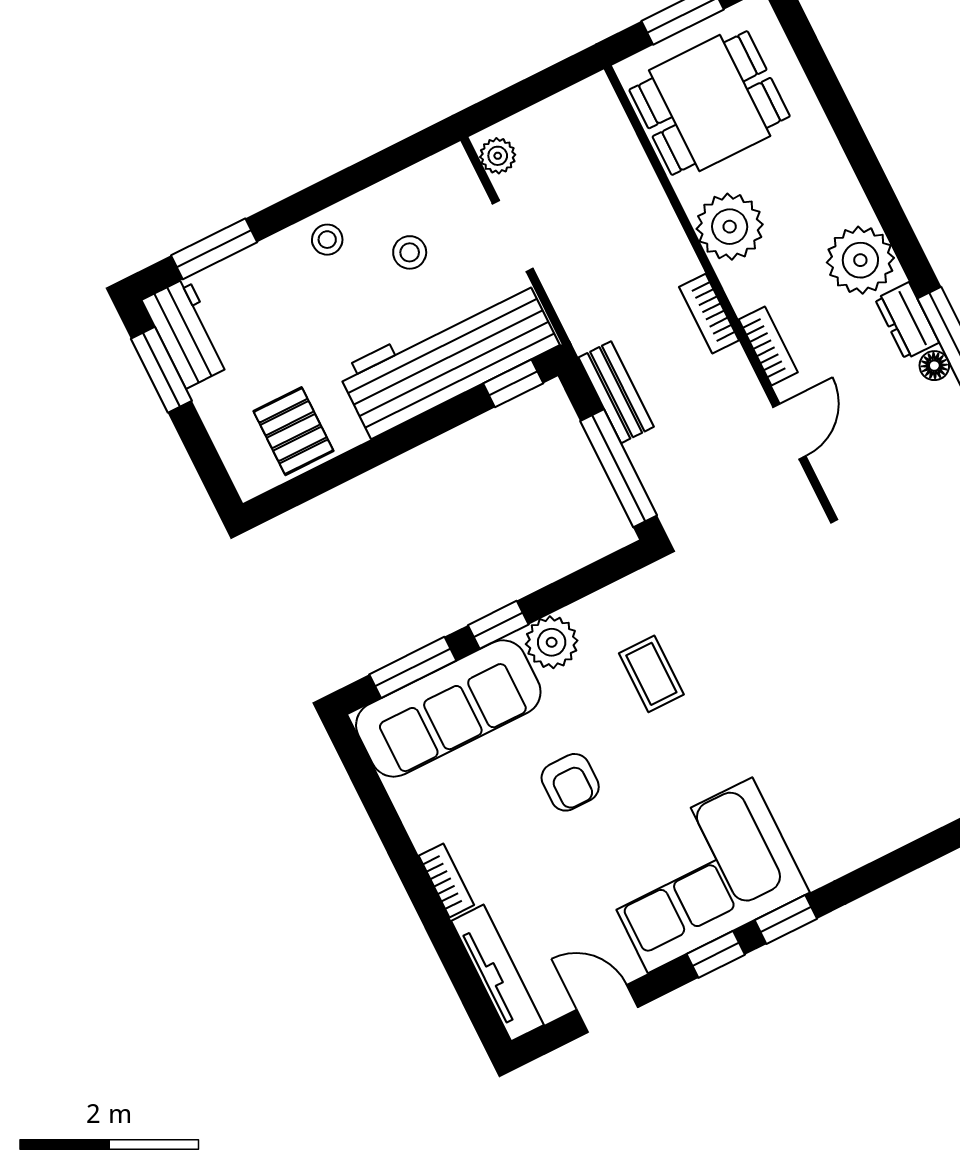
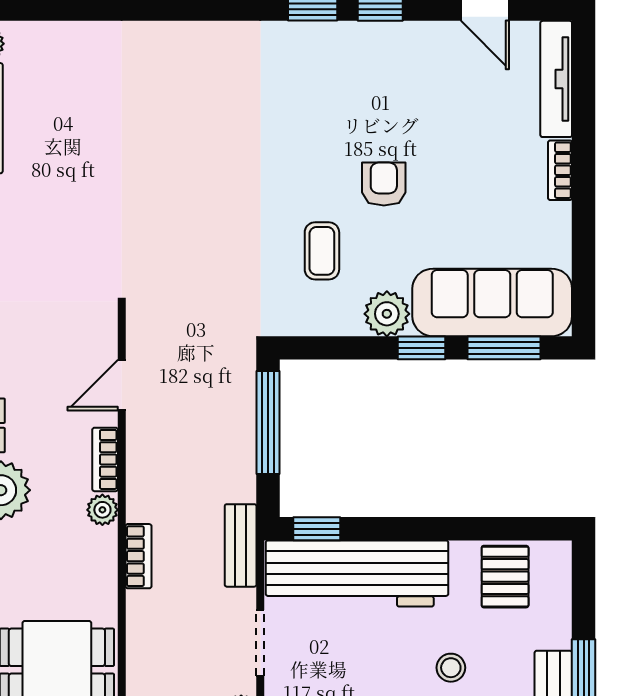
plant: (730, 227) -> (102, 510), moved, width x0.53, depth x0.53
stool: (410, 252) -> (451, 668), moved
bookcase: (709, 314) -> (138, 556), moved
bench: (616, 392) -> (241, 545), moved
armchair: (570, 782) -> (384, 184), moved
corner sofa: (700, 875) -> (362, 77), removed

